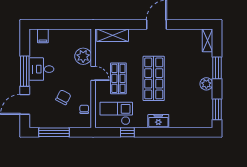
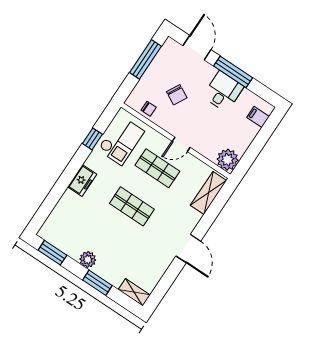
plant: (83, 56) -> (228, 160), moved
shop shelf: (154, 78) -> (132, 206), width x0.70, depth x0.74

